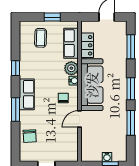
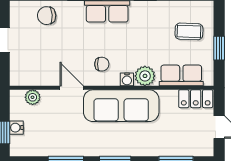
locker: (87, 45) -> (196, 99), moved
plant: (86, 146) -> (33, 97), added

